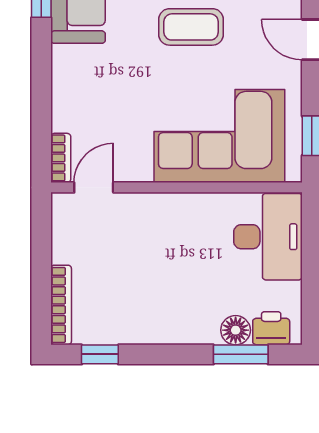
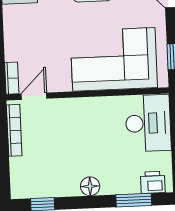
bookcase: (61, 305) -> (14, 130), moved
floor lamp: (236, 330) -> (90, 186), moved

